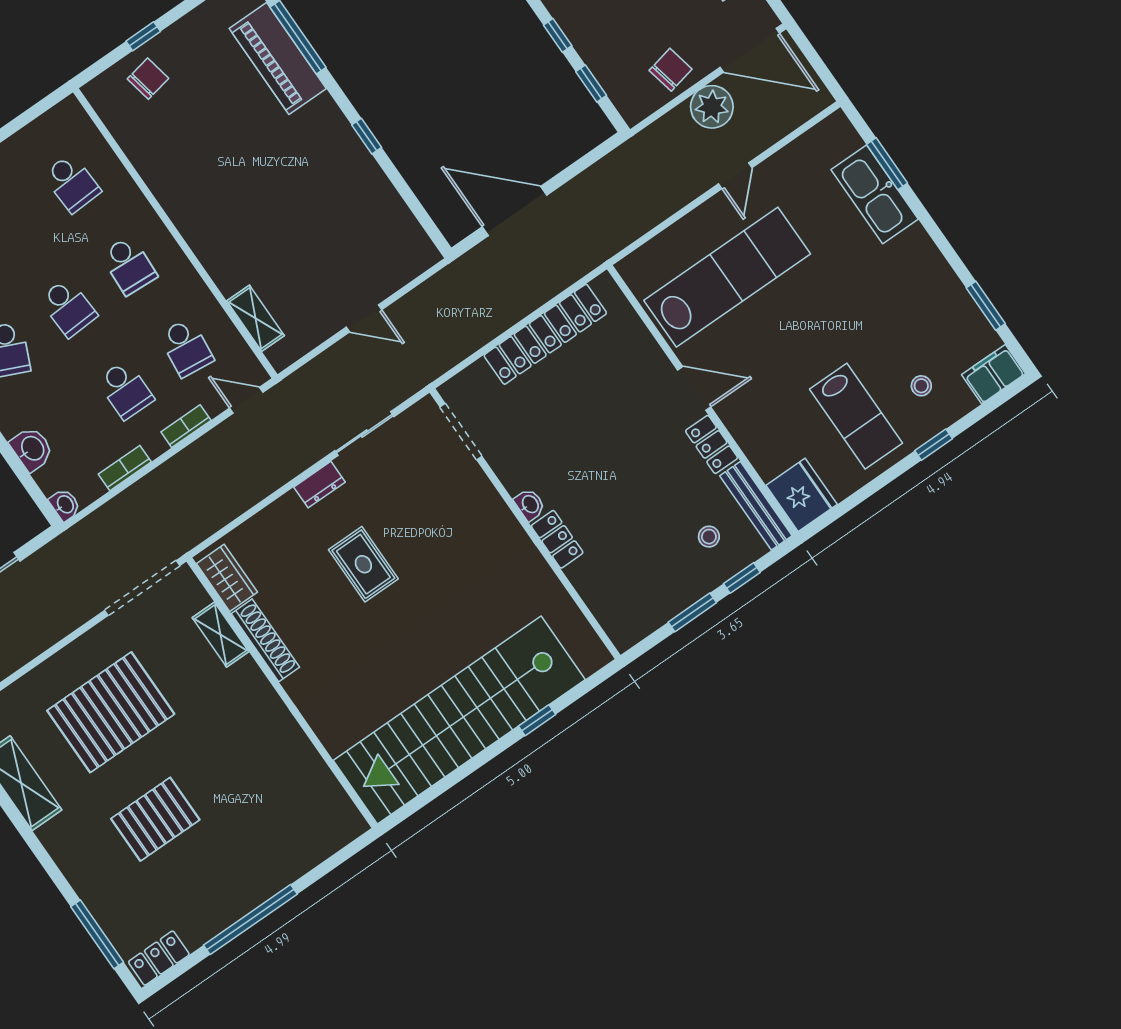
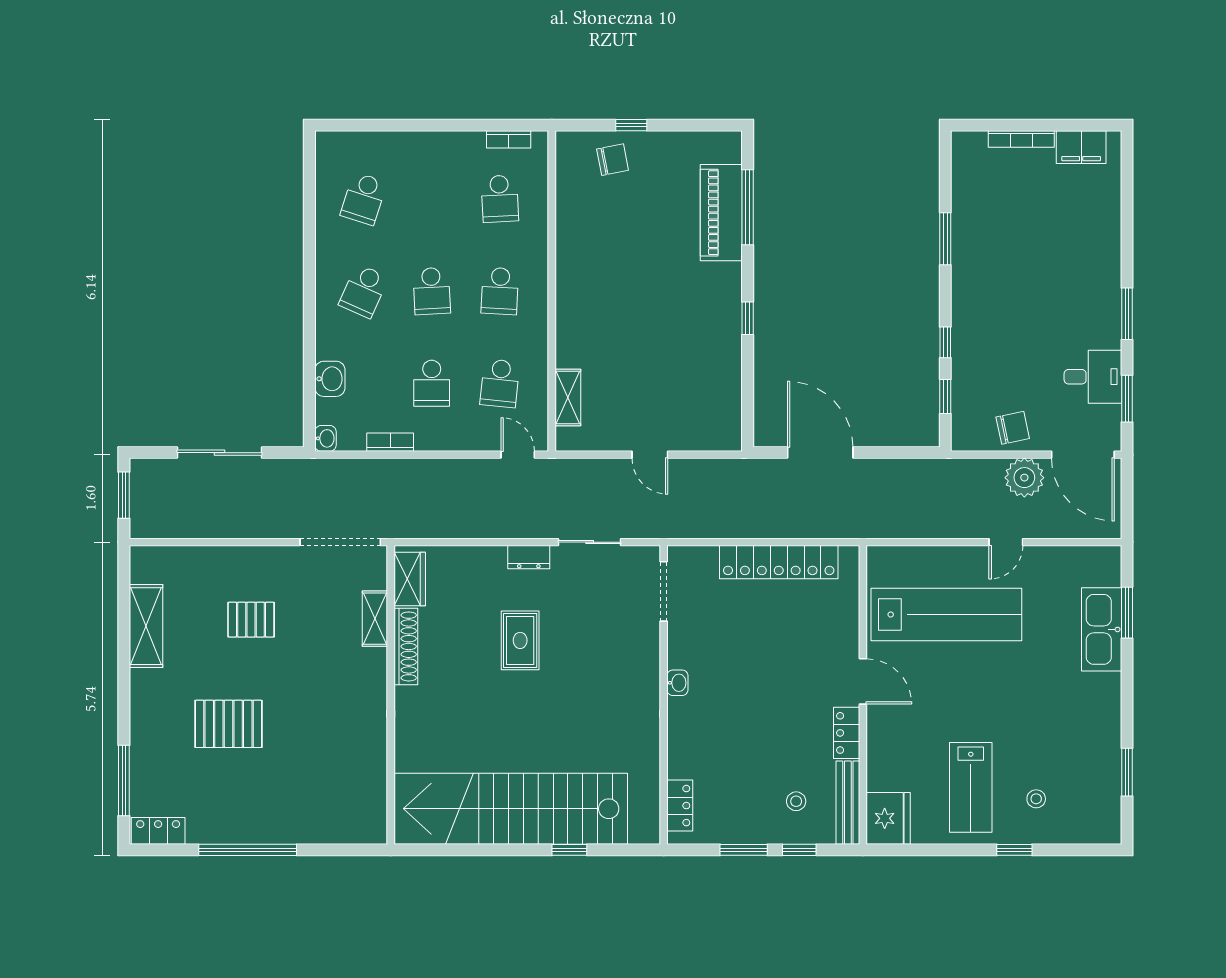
filing cabinet: (994, 374) -> (1097, 828), removed
bookcase: (186, 426) -> (509, 139), moved, turned 180
locker: (557, 539) -> (680, 806), moved
pallet: (111, 712) -> (251, 620), width x0.49, depth x0.50

